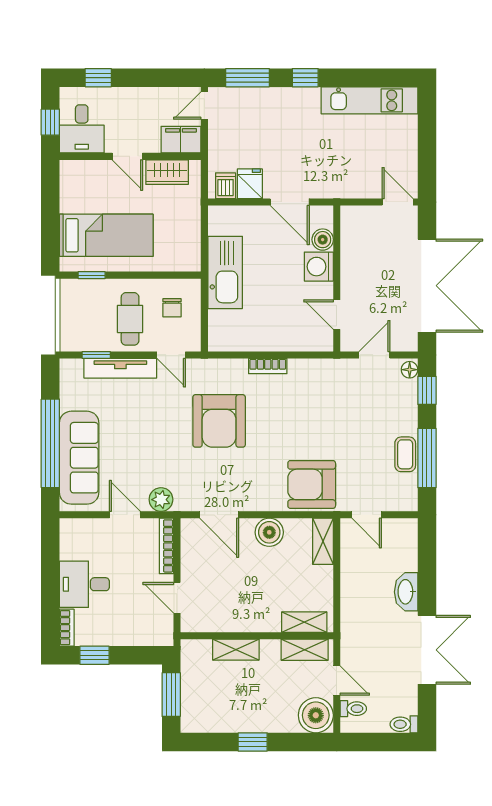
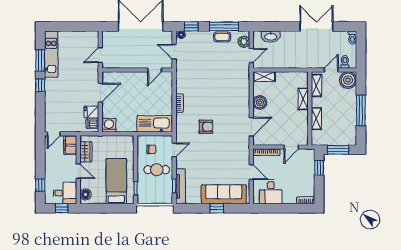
window: (247, 78) -> (40, 60), moved
door: (204, 106) -> (54, 134), hinge flipped
door: (127, 156) -> (78, 171), hinge flipped
floor lamp: (79, 171) -> (86, 194), added
door: (398, 202) -> (100, 55), moved
boiler: (323, 240) -> (118, 77), removed
washing machine: (319, 267) -> (109, 125), moved, turned 180
kitchen sink: (225, 272) -> (154, 124), moved
tv unit: (120, 368) -> (181, 186), moved
armchair: (219, 421) -> (206, 127), width x0.53, depth x0.53
window: (50, 443) -> (217, 208), width x0.32
armchair: (312, 484) -> (237, 82), removed
plant: (161, 500) -> (244, 42), moved
door: (125, 515) -> (251, 172), swing flipped
desk: (84, 584) -> (271, 192), moved
washbasin: (406, 592) -> (271, 36), moved
shelving: (304, 622) -> (303, 99), moved
window: (95, 655) -> (319, 168), moved
window: (253, 742) -> (361, 110), width x2.17

